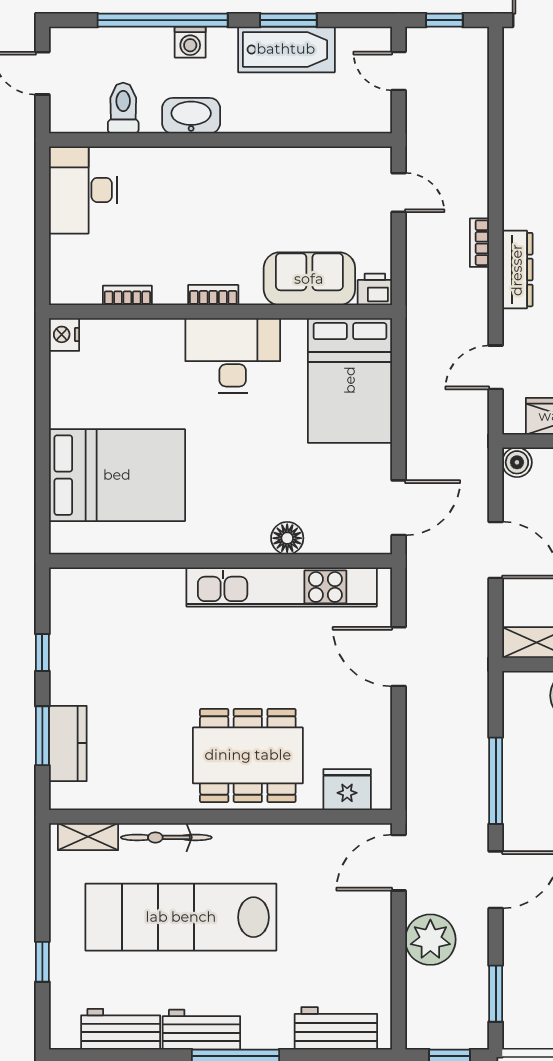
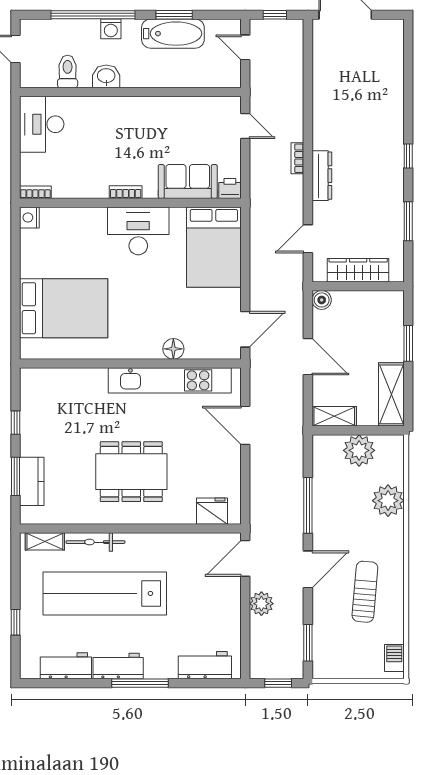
washbasin: (191, 116) -> (106, 76), width x0.72
bookcase: (127, 295) -> (35, 192), moved
dining table: (248, 755) -> (131, 472), moved
plant: (430, 940) -> (261, 604), width x0.73, depth x0.73

